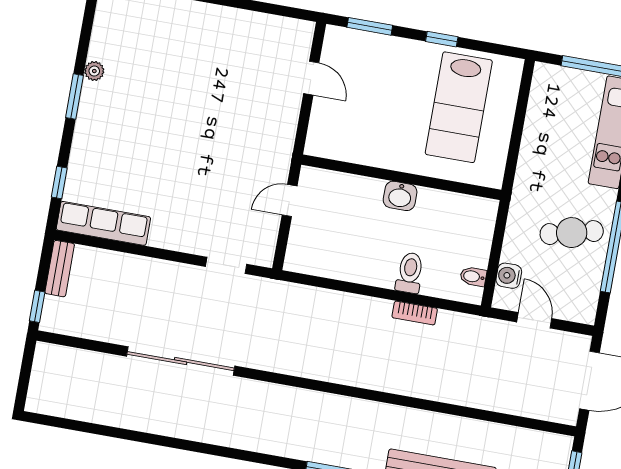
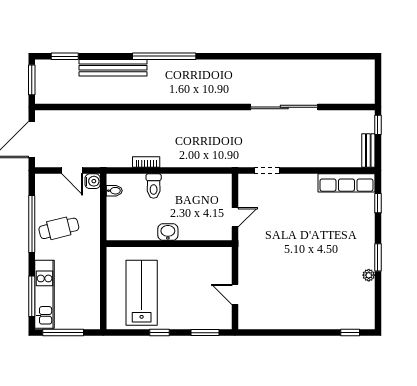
water cooler: (509, 276) -> (93, 181), moved

